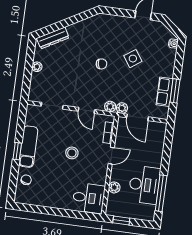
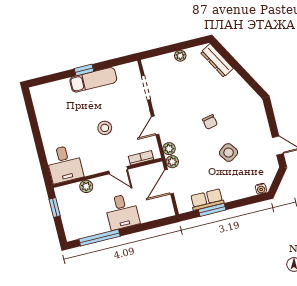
chair: (26, 180) -> (58, 91), removed
desk: (144, 185) -> (122, 212), moved, width x0.73

